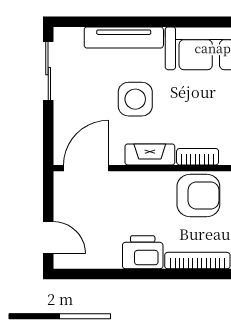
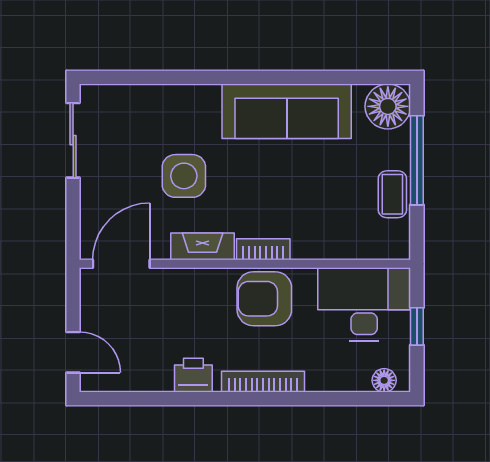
tv unit: (124, 37) -> (169, 97), removed
armchair: (198, 195) -> (264, 299), turned 180
printer: (143, 252) -> (193, 375), width x0.73, depth x0.81

